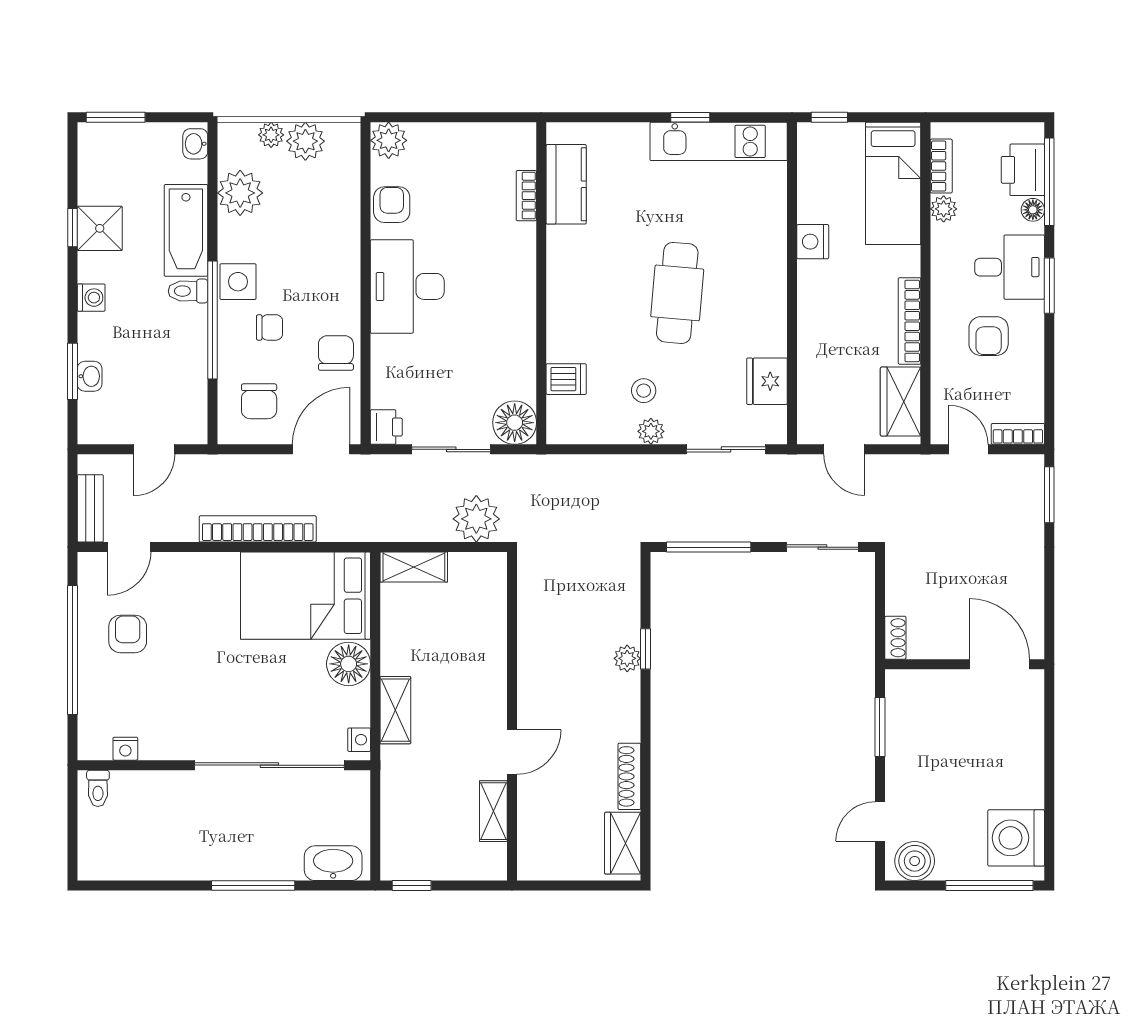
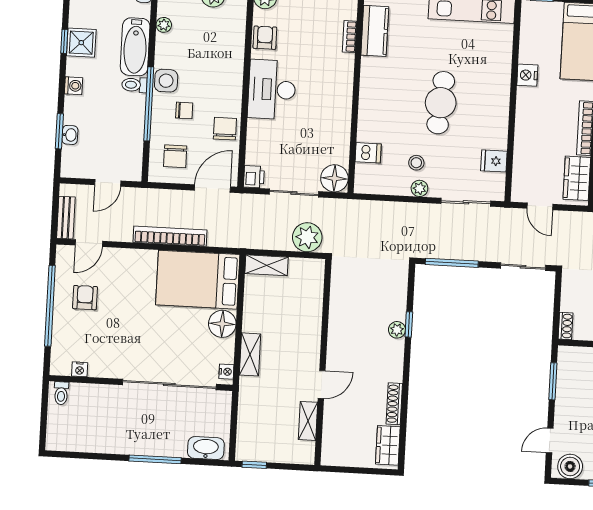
plant: (240, 193) -> (164, 25), width x0.53, depth x0.53
fridge: (767, 381) -> (494, 161), width x0.72

